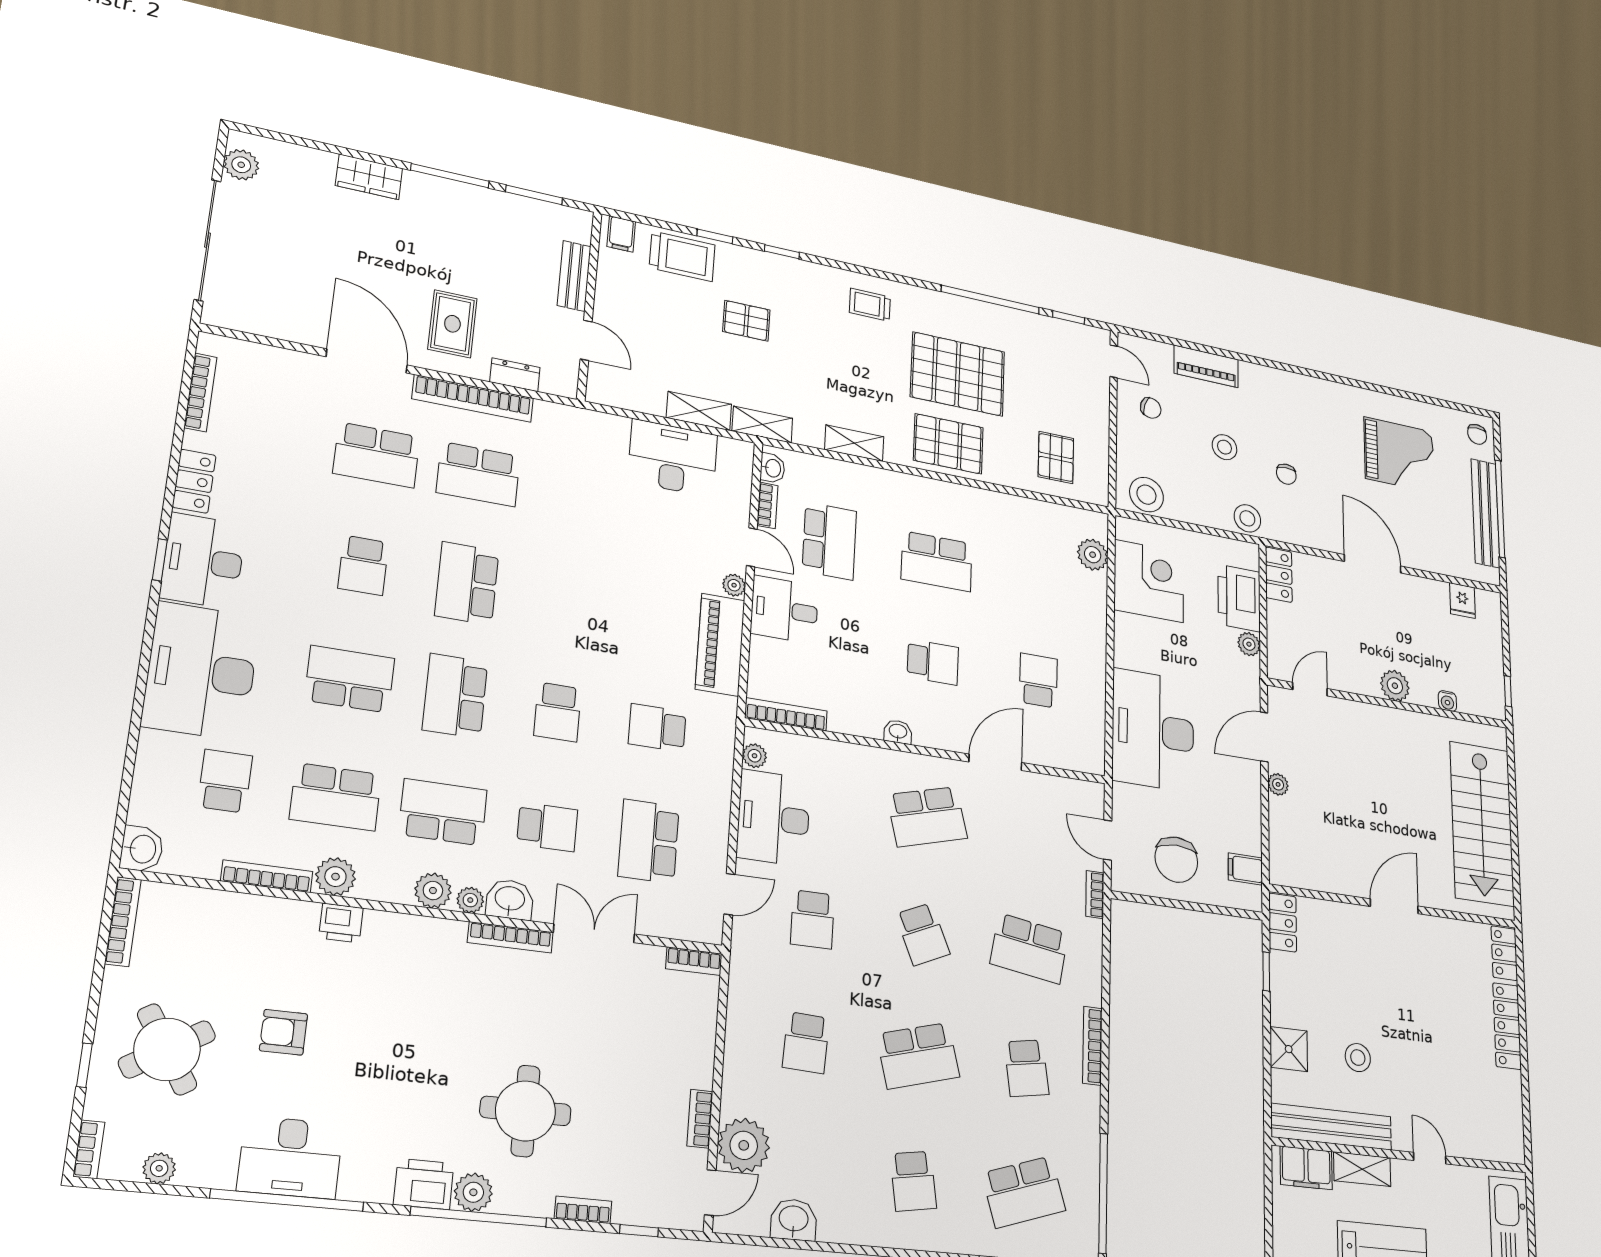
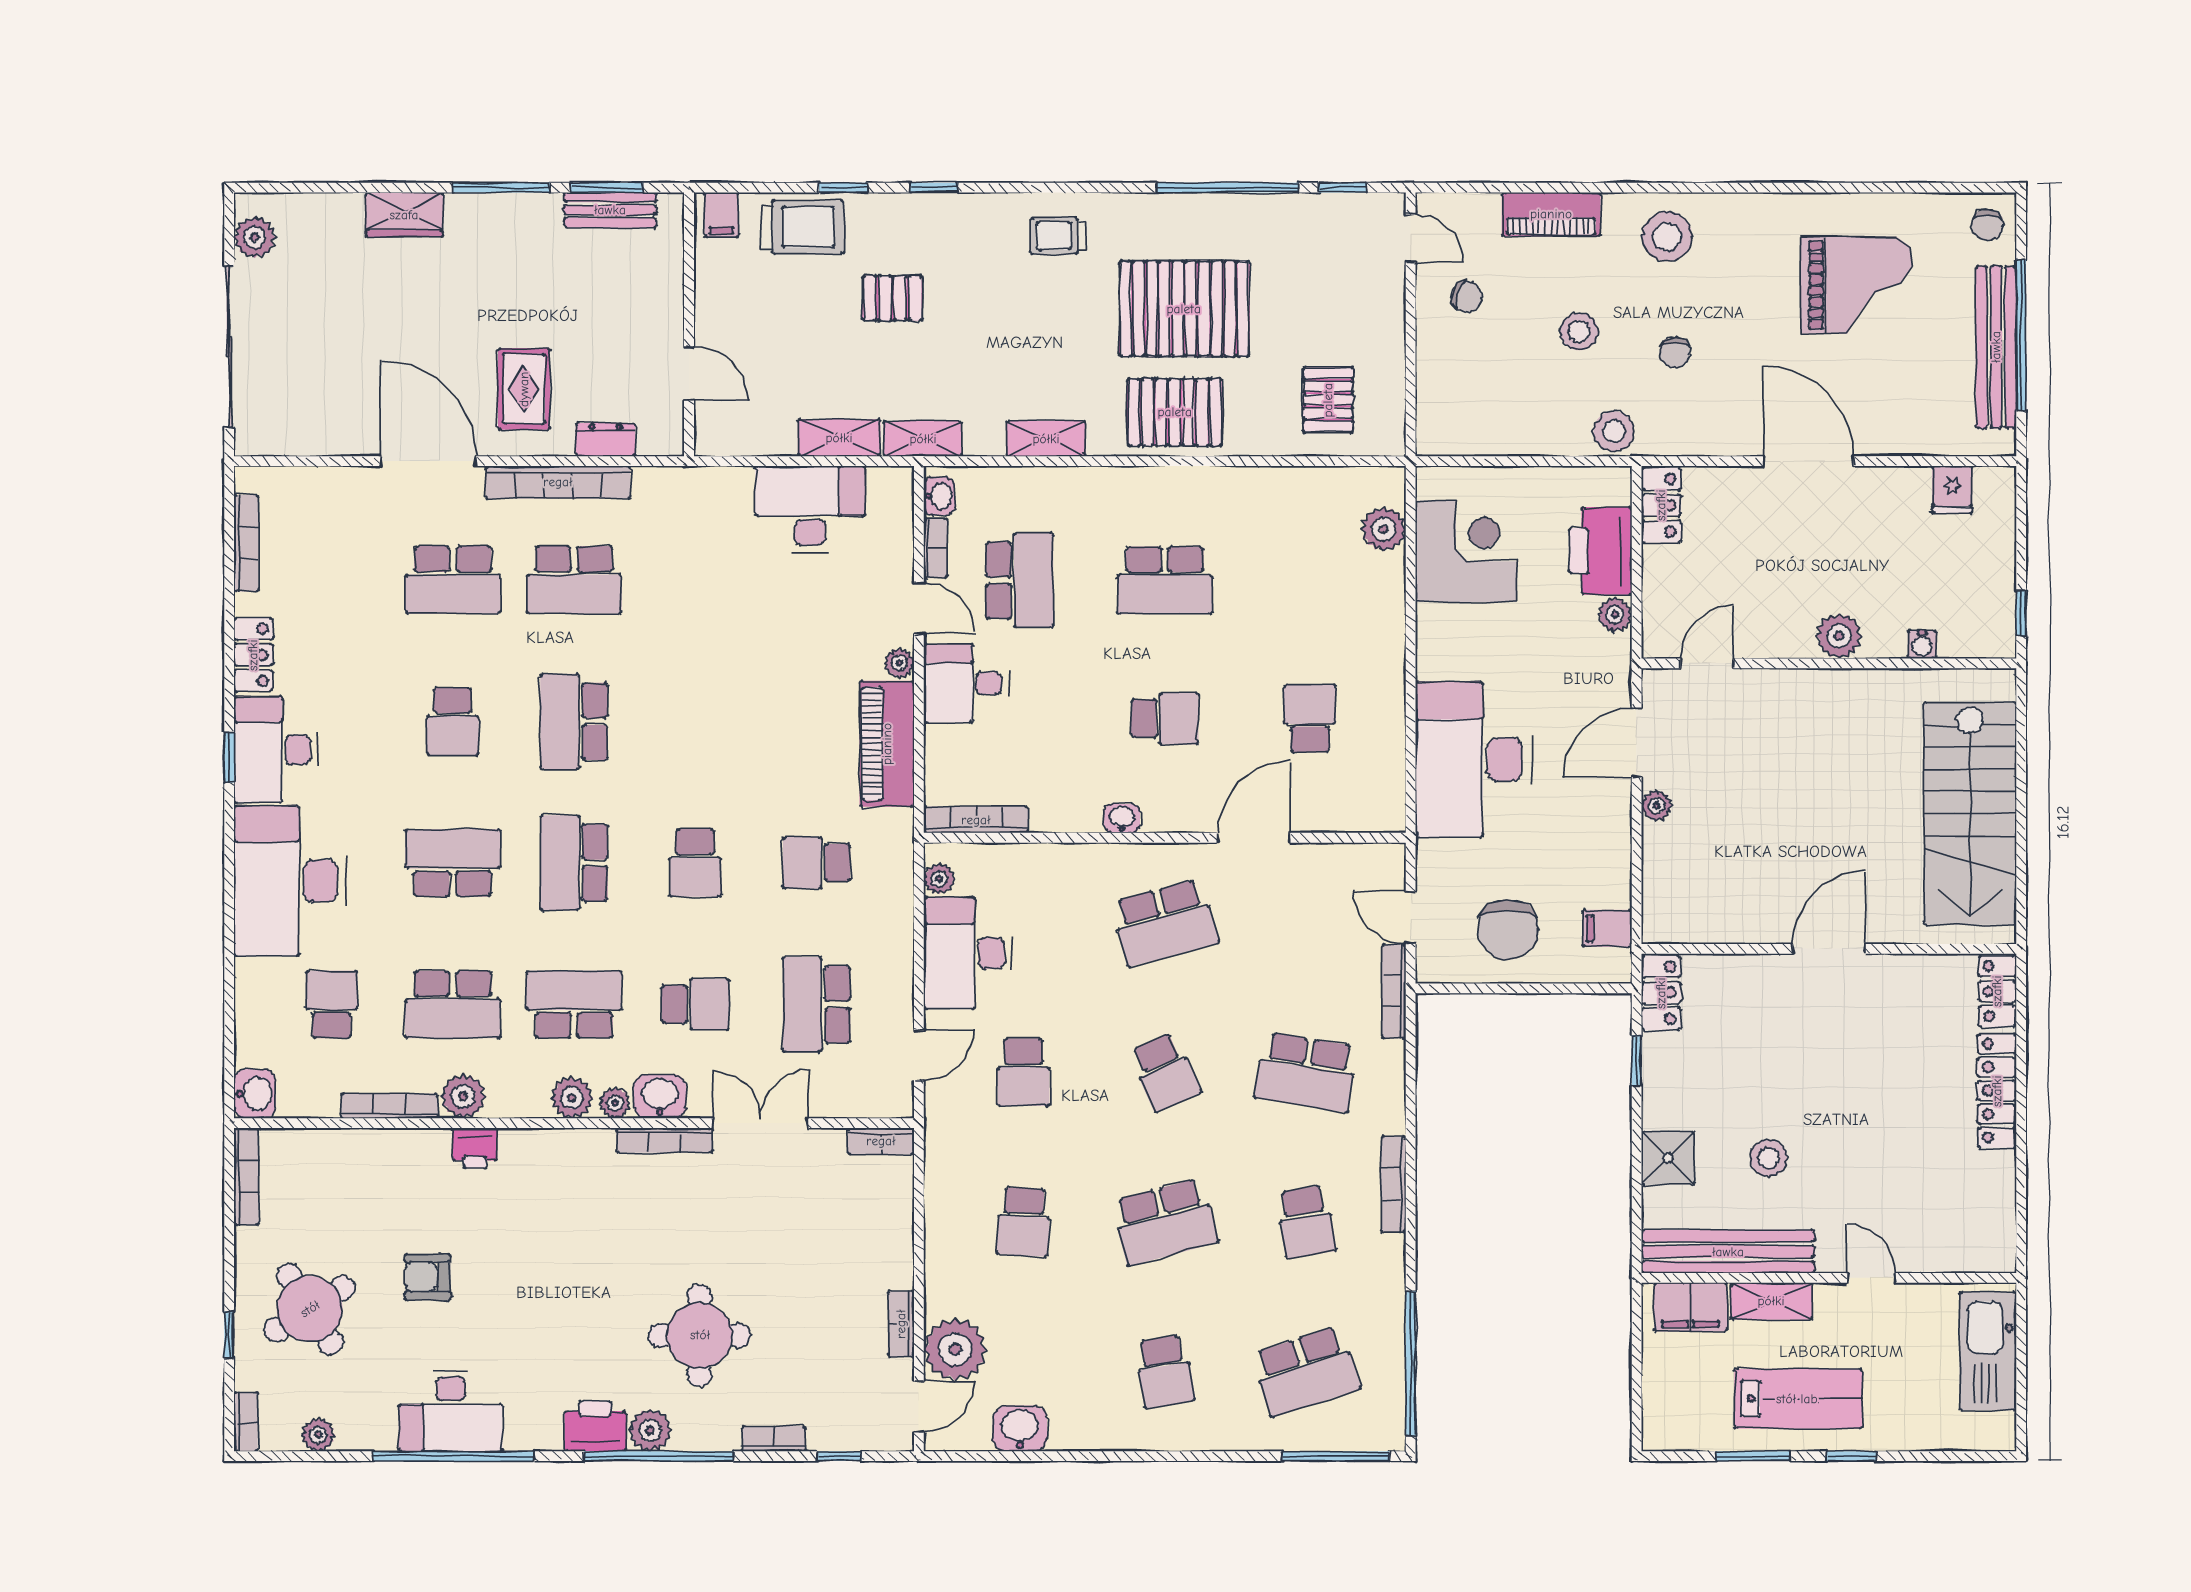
bench: (574, 276) -> (610, 210), moved, turned 90
stool: (1146, 495) -> (1667, 236), moved
bookcase: (1095, 895) -> (1394, 991), width x1.56

